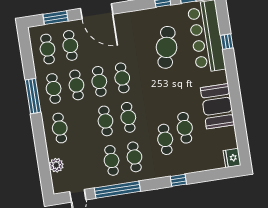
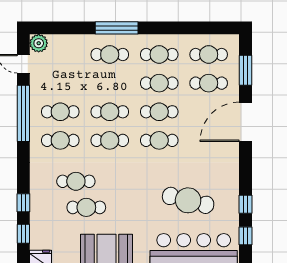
window: (33, 96) -> (117, 28), moved
plant: (56, 165) -> (39, 43), moved
window: (214, 175) -> (23, 234), added
window: (178, 180) -> (23, 203), moved

